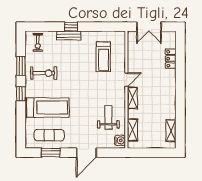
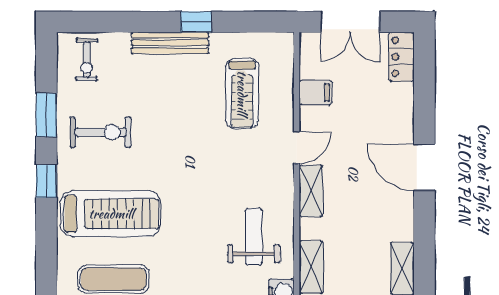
window: (71, 27) -> (196, 22), moved
bench: (69, 35) -> (170, 43), width x1.36
filing cabinet: (134, 56) -> (316, 93), added
locker: (171, 59) -> (402, 57), moved
door: (180, 88) -> (424, 167), added

